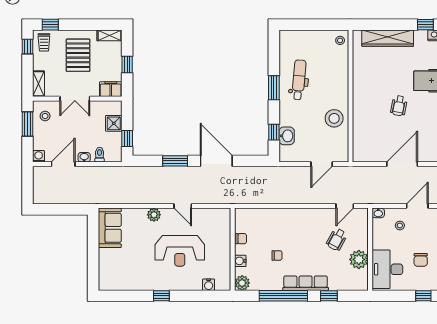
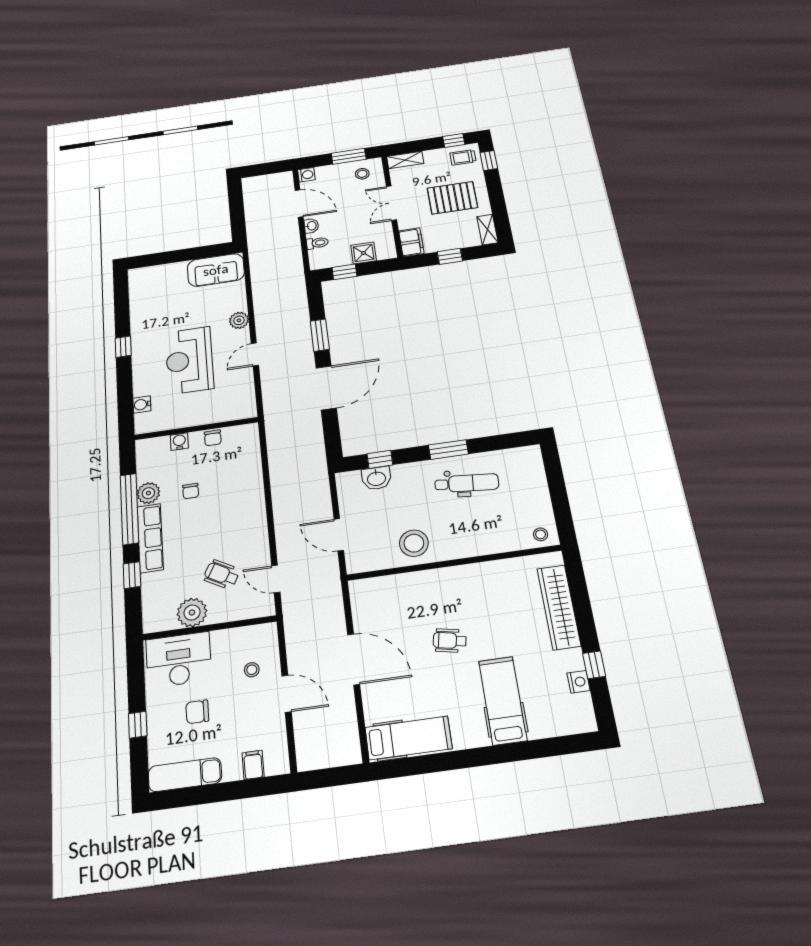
washbasin: (378, 213) -> (269, 632), removed
plant: (242, 283) -> (148, 493), moved

